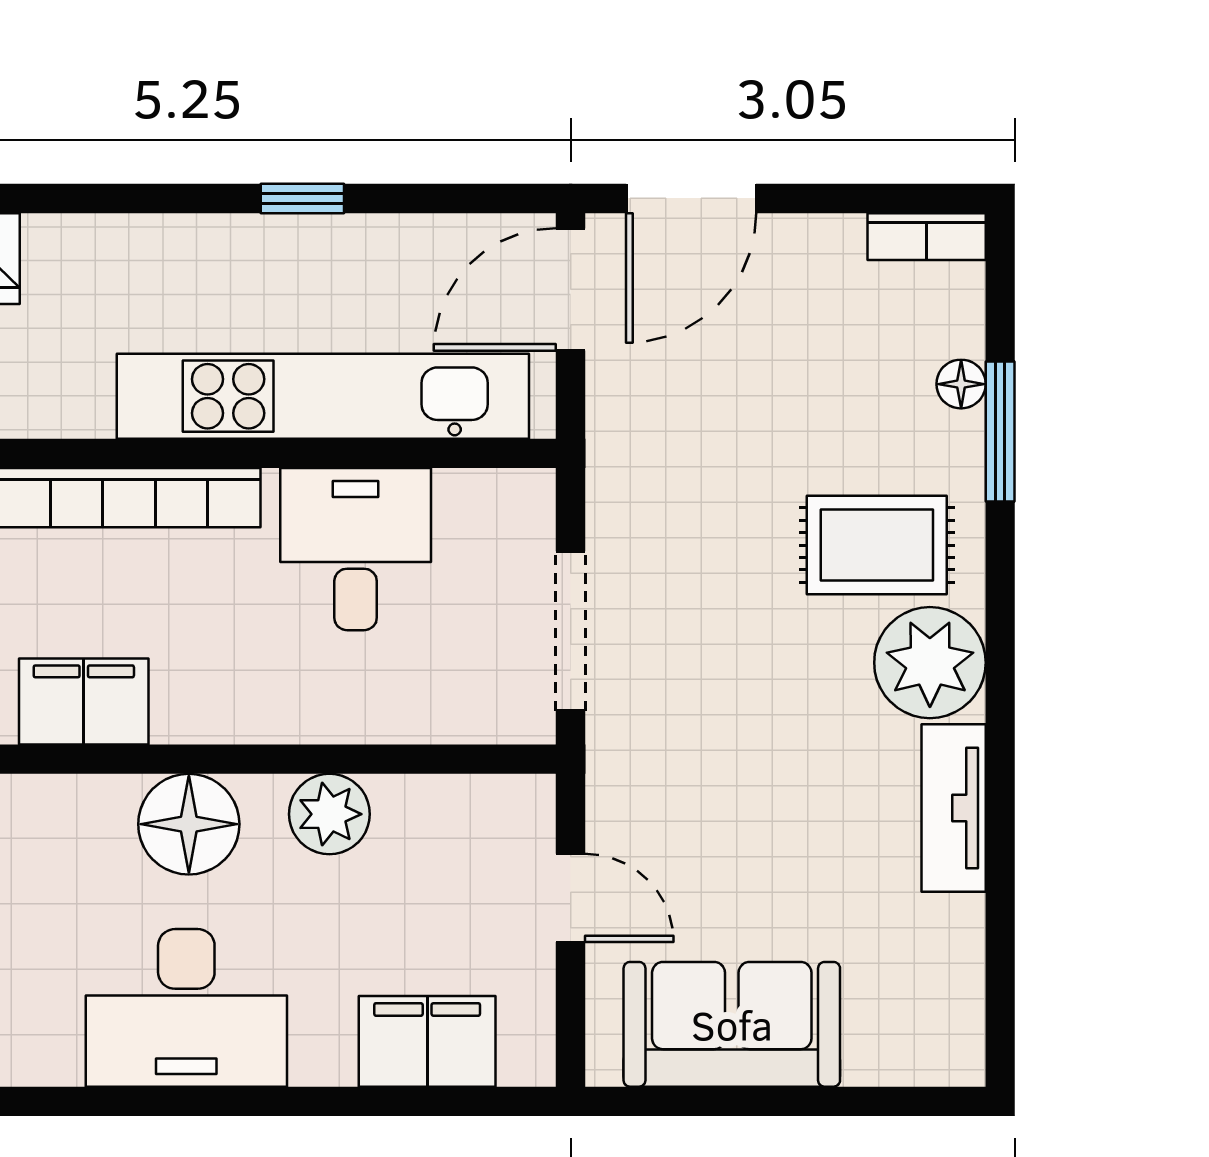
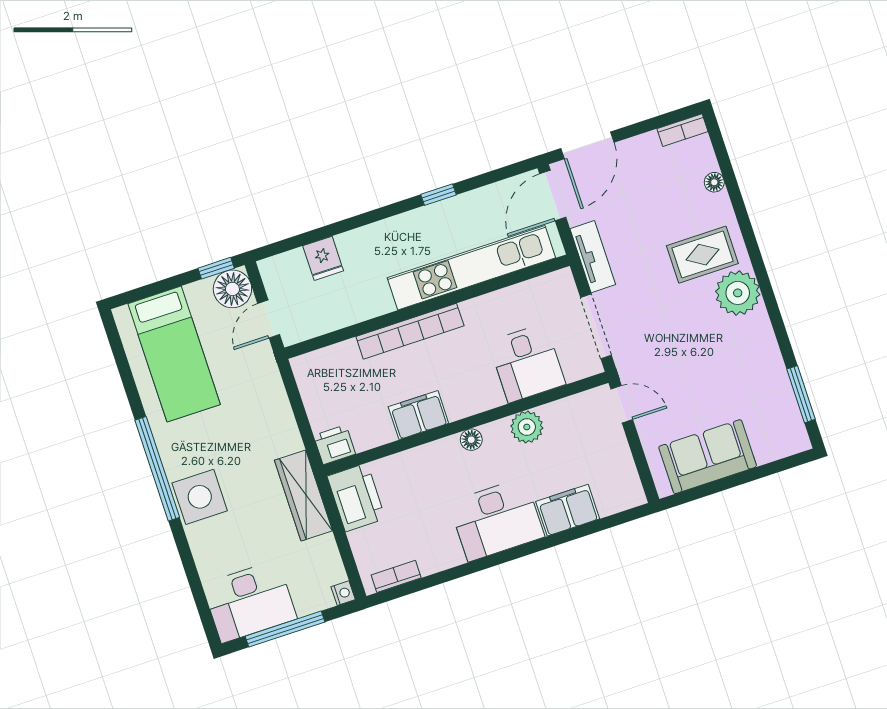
window: (1000, 431) -> (801, 394), moved
desk: (356, 549) -> (527, 363), moved, turned 180
tv unit: (954, 808) -> (593, 257), moved, turned 180
floor lamp: (189, 824) -> (471, 440), width x0.53, depth x0.53
door: (571, 898) -> (622, 404), moved
filing cabinet: (427, 1041) -> (568, 510), moved

